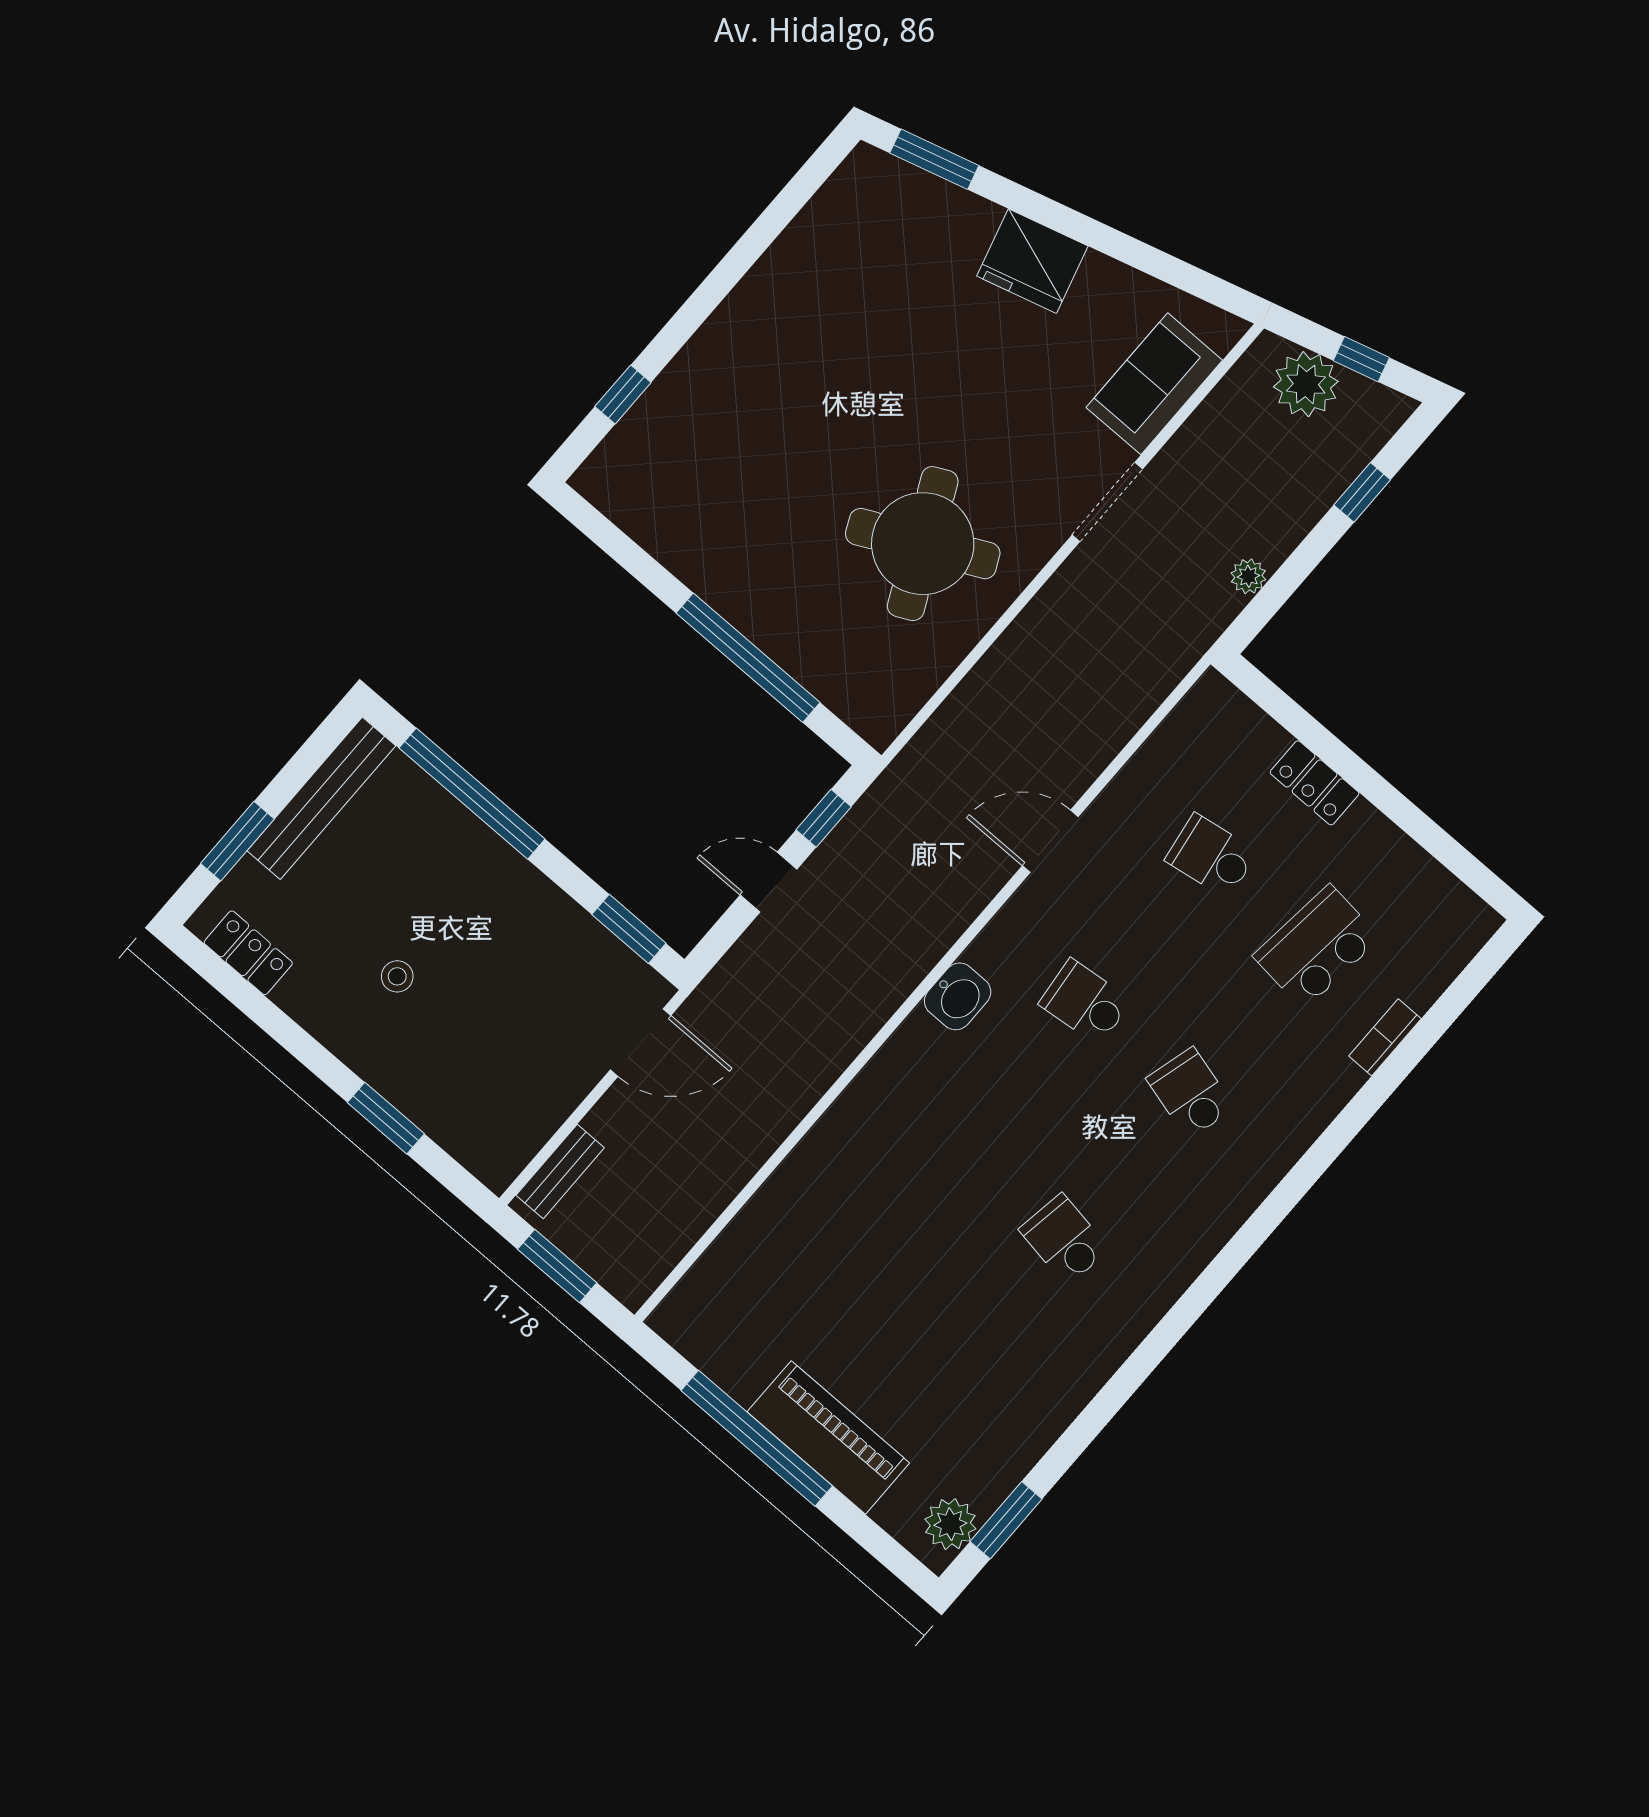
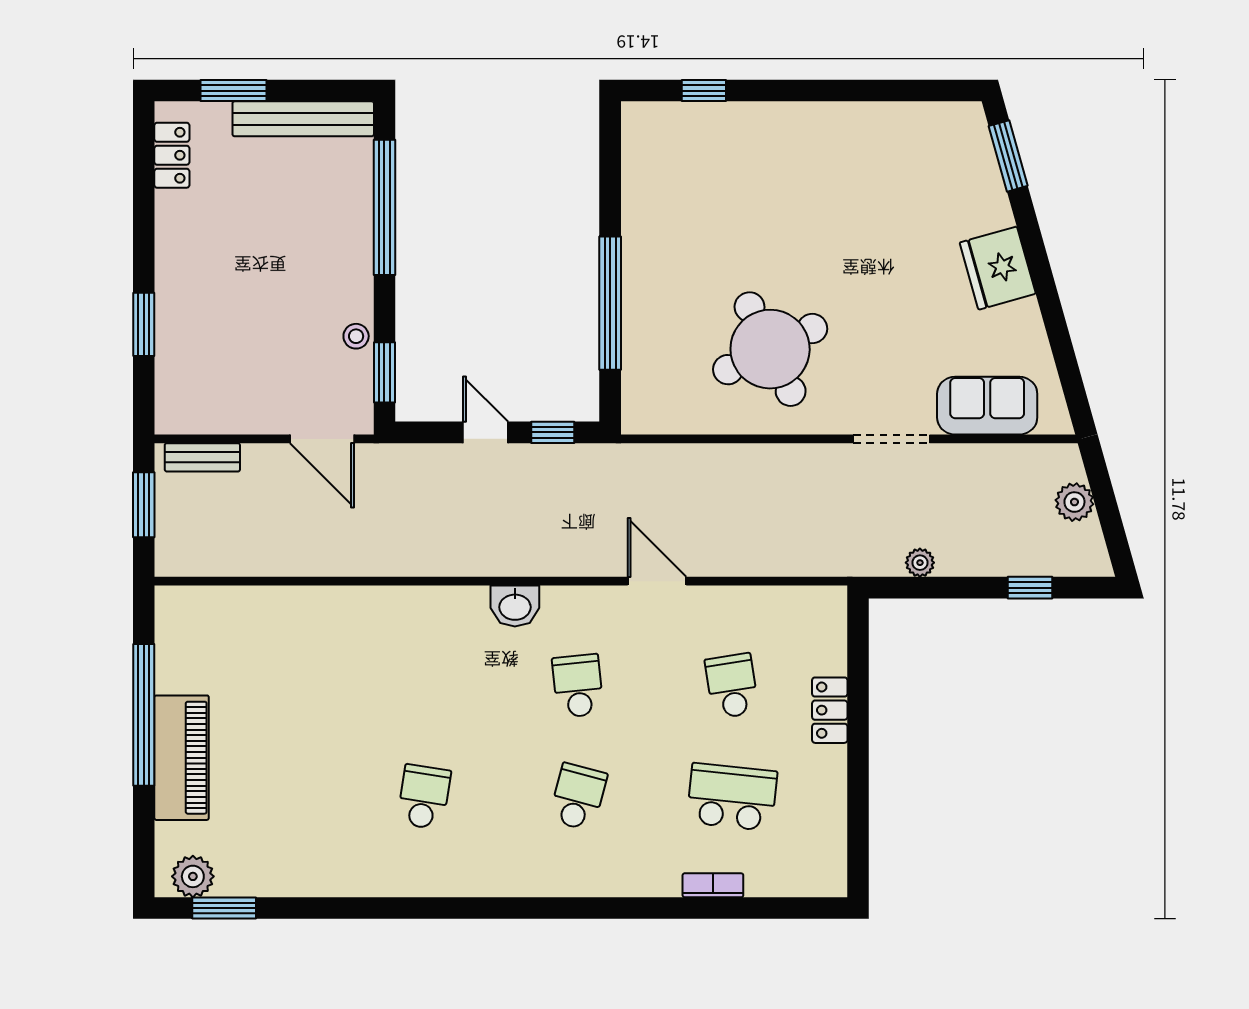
window: (1361, 359) -> (1110, 518), removed
plant: (1306, 384) -> (1074, 502), width x0.73, depth x0.73
stool: (397, 976) -> (356, 336), moved

